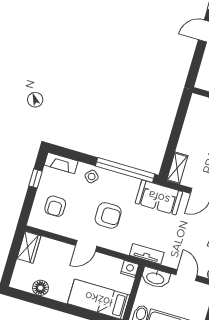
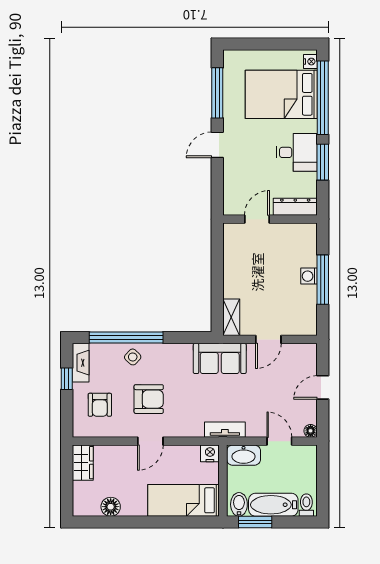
fireplace: (61, 163) -> (81, 363), moved, turned -90
window: (125, 170) -> (126, 338), moved
armchair: (108, 215) -> (149, 399), moved

